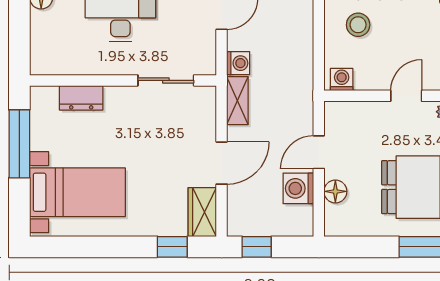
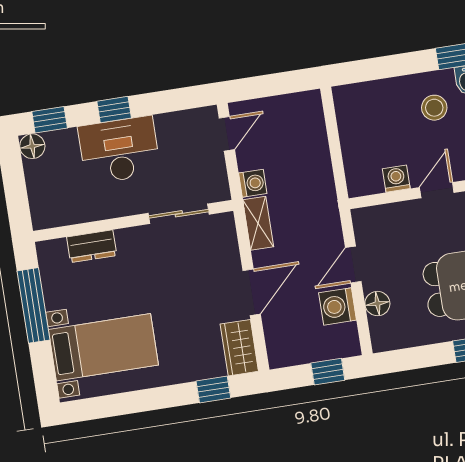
stool: (358, 25) -> (434, 108), moved
washing machine: (342, 80) -> (396, 179), moved
window: (257, 247) -> (328, 372), moved

